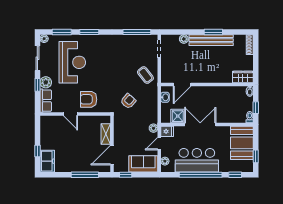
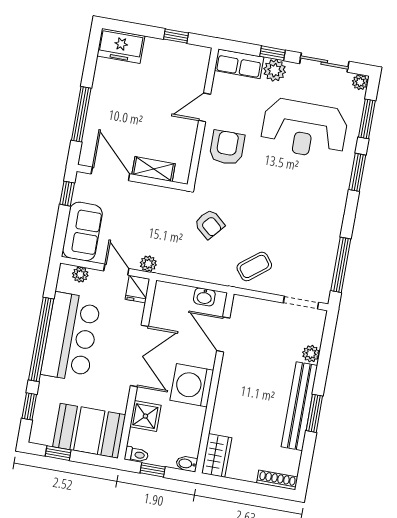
washing machine: (210, 96) -> (192, 385), added
shower: (178, 116) -> (145, 416), moved
window: (37, 151) -> (176, 36), moved

